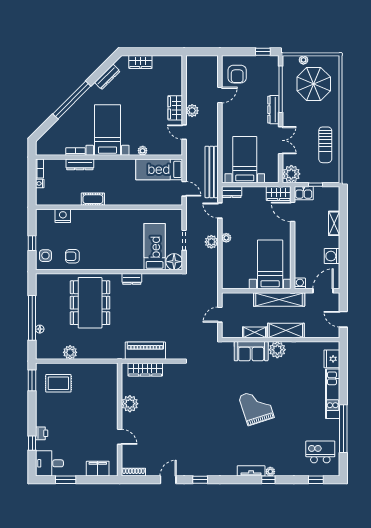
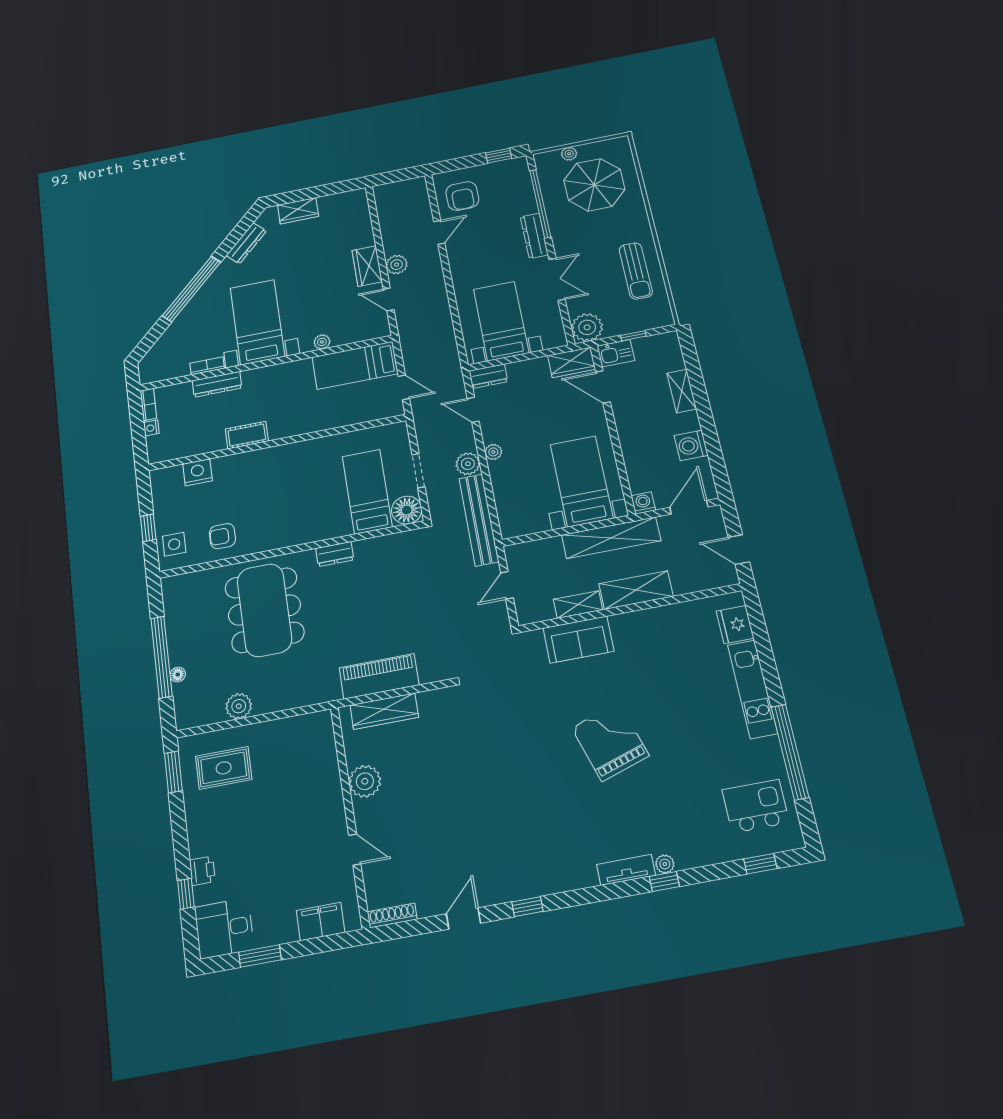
bench: (212, 172) -> (479, 520), moved
plant: (277, 350) -> (627, 628), removed

